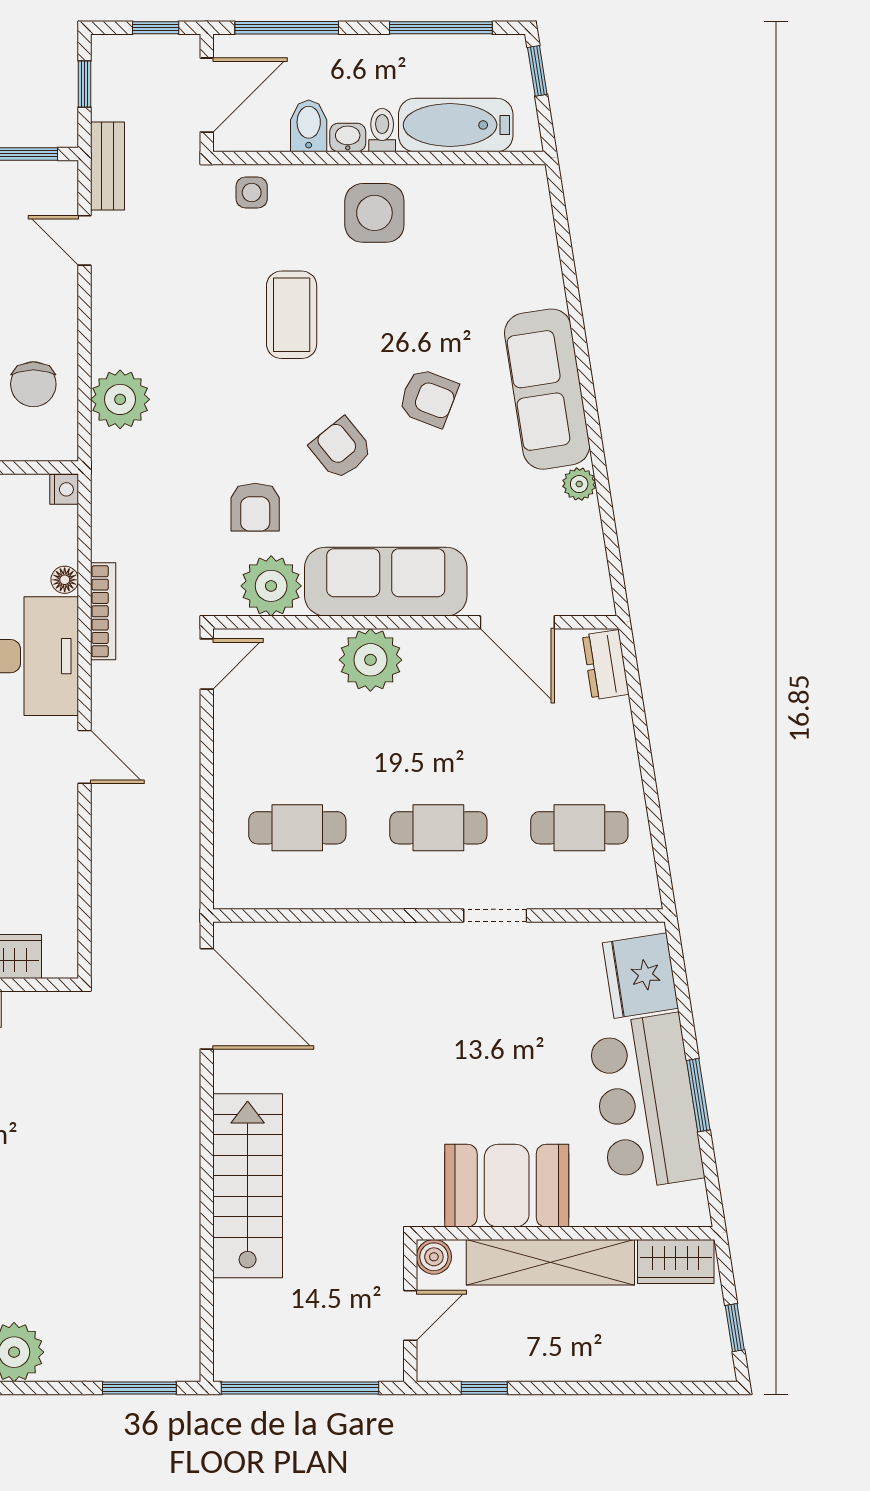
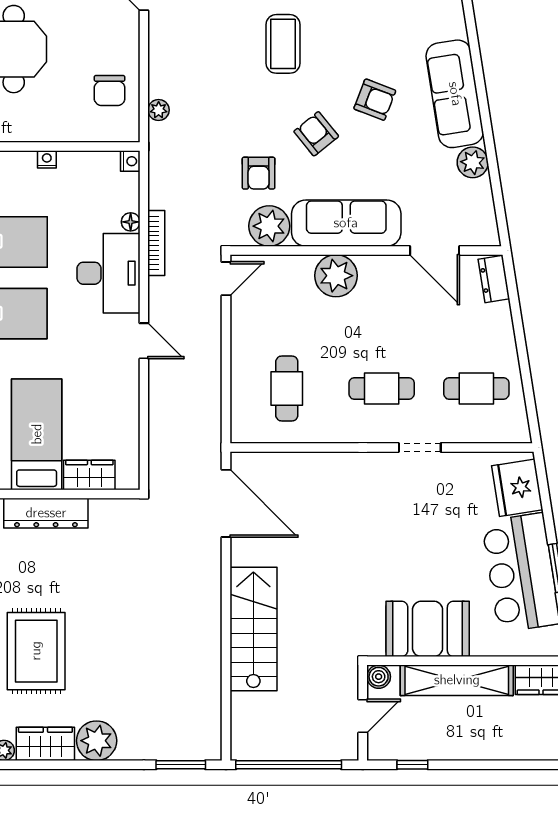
plant: (120, 399) -> (159, 110), width x0.53, depth x0.53
plant: (579, 484) -> (473, 162), width x1.38, depth x1.38
cafe table: (297, 828) -> (287, 388), turned 90

